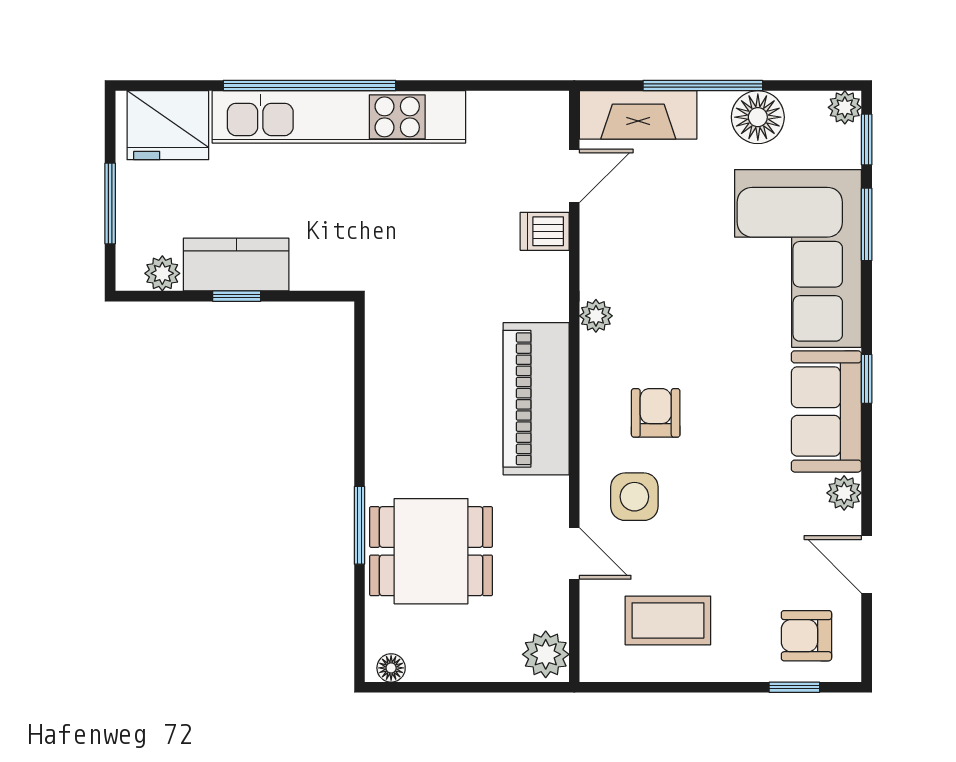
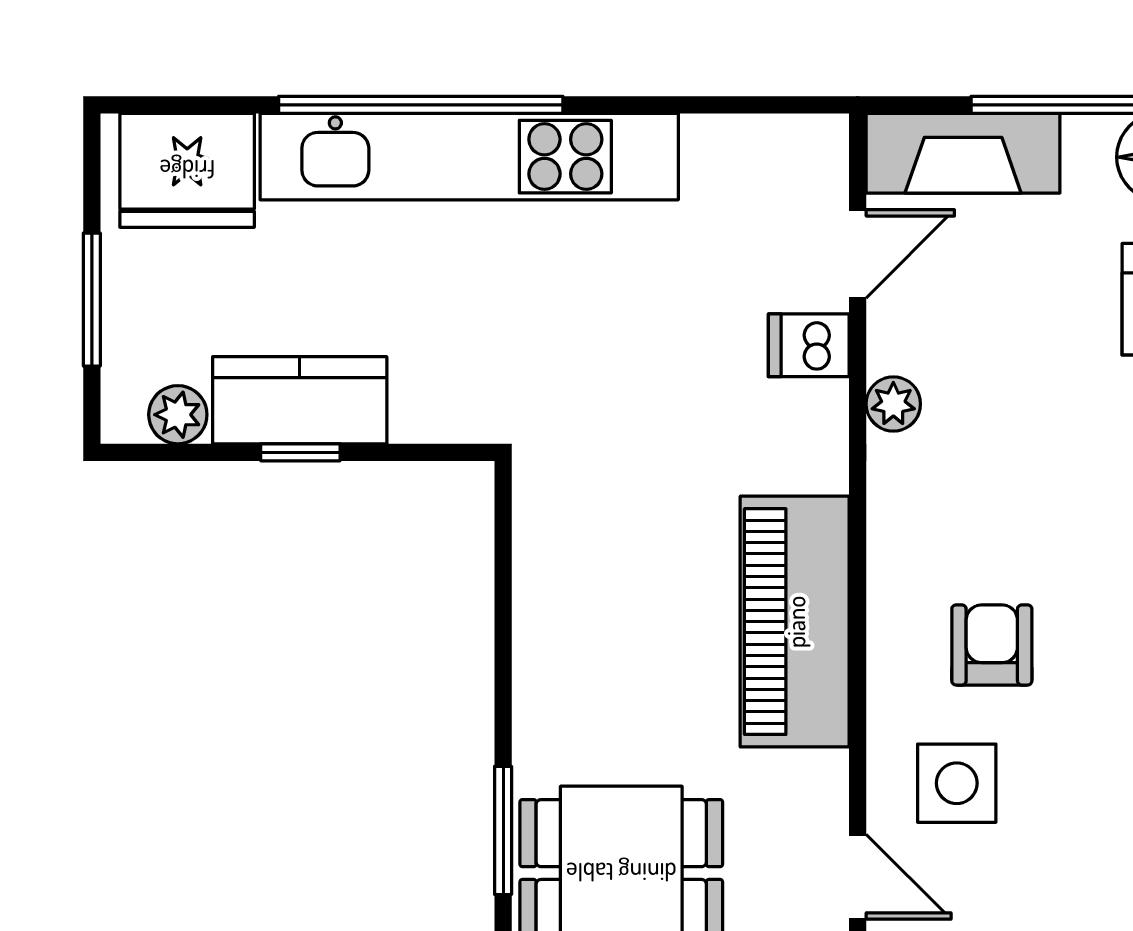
plant: (596, 316) -> (893, 404), moved

